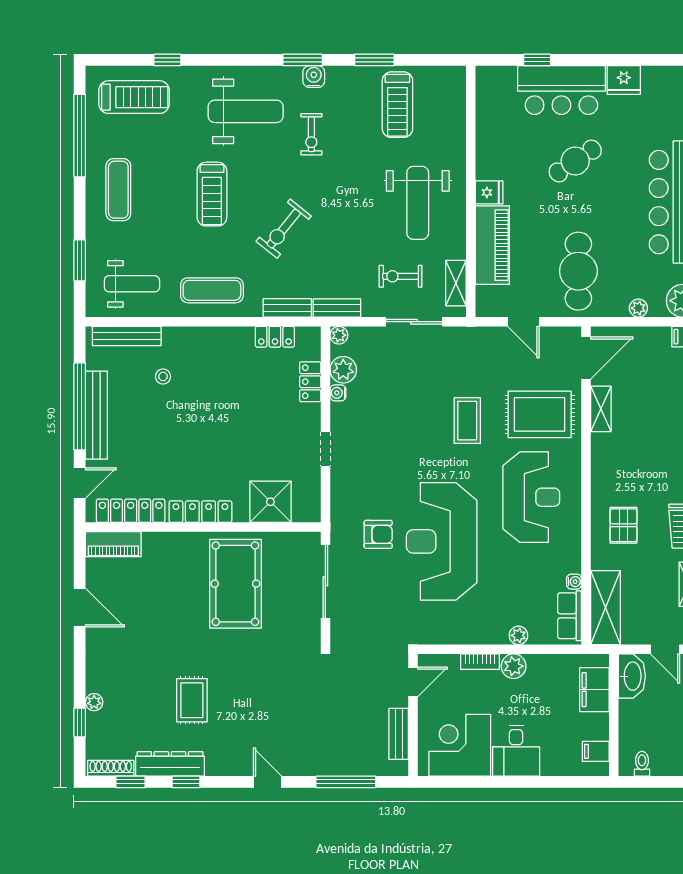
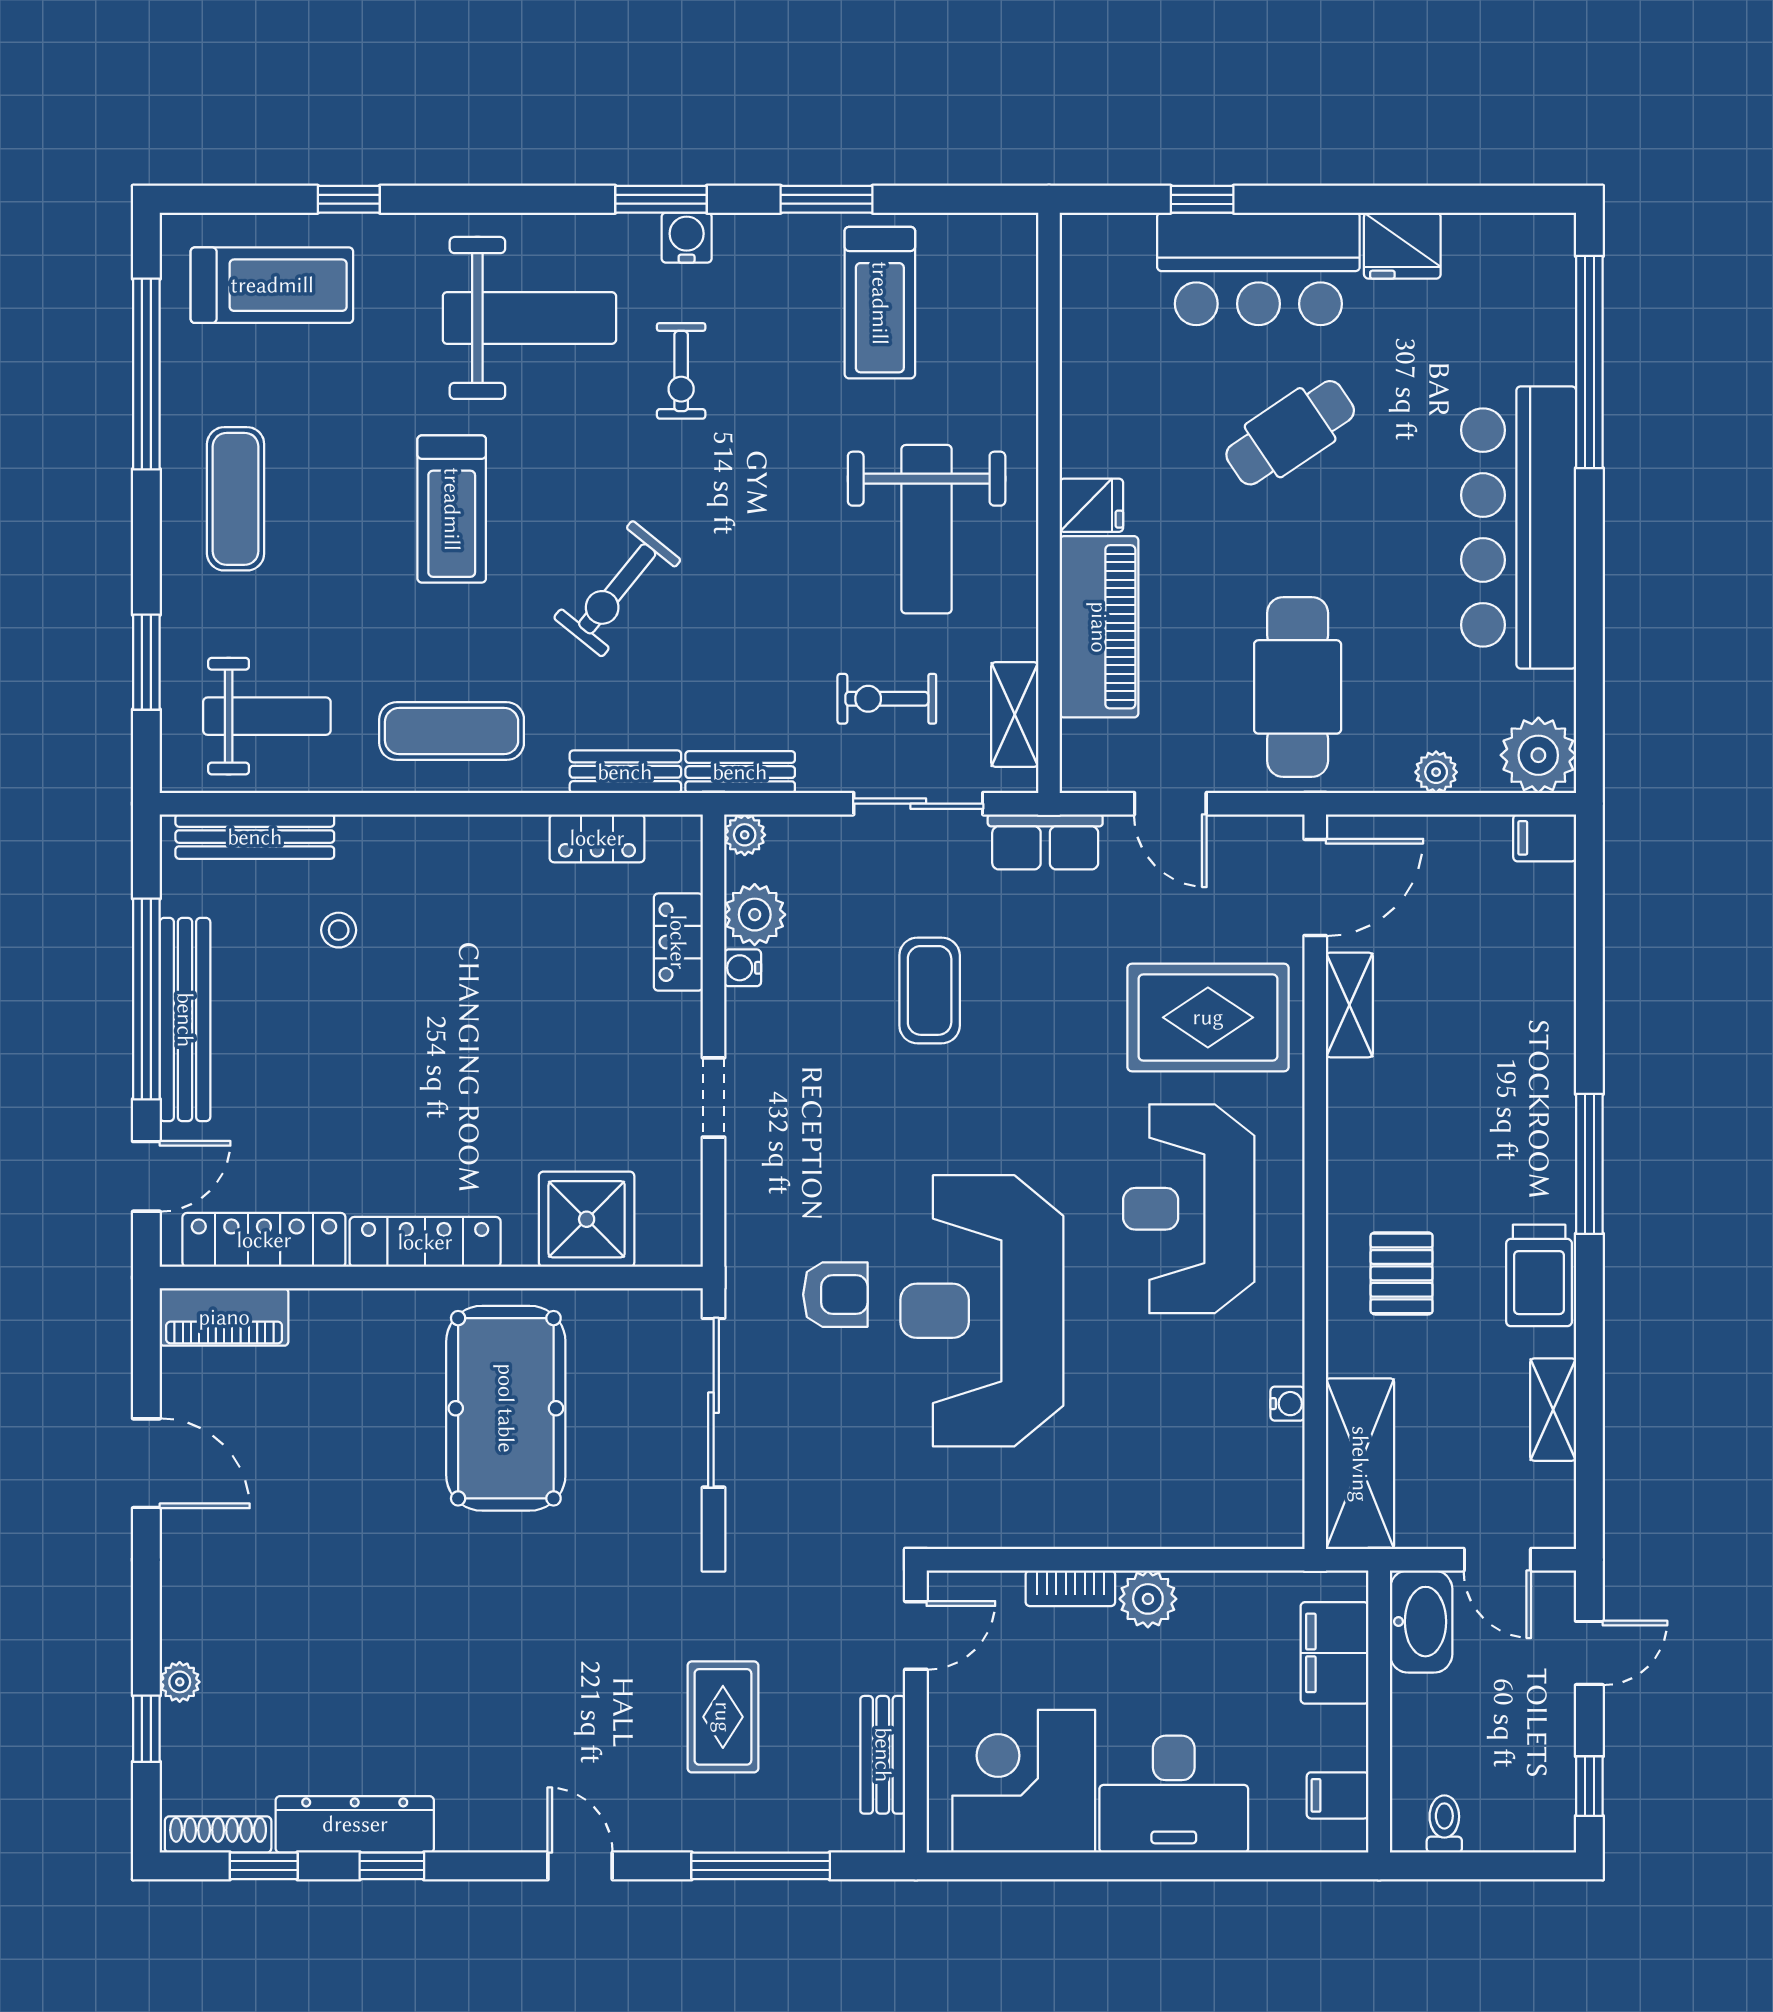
coffee table: (467, 421) -> (930, 990), moved
reception desk: (531, 497) -> (1189, 1209), turned 180
row of seats: (570, 616) -> (1045, 842), moved, turned -90
plant: (518, 635) -> (1159, 1528), removed
rug: (192, 700) -> (723, 1717), moved
desk: (516, 751) -> (1174, 1794), width x1.37

